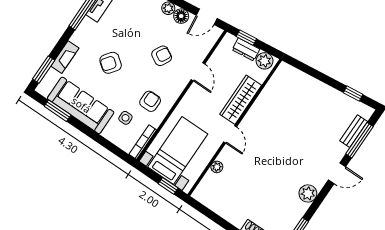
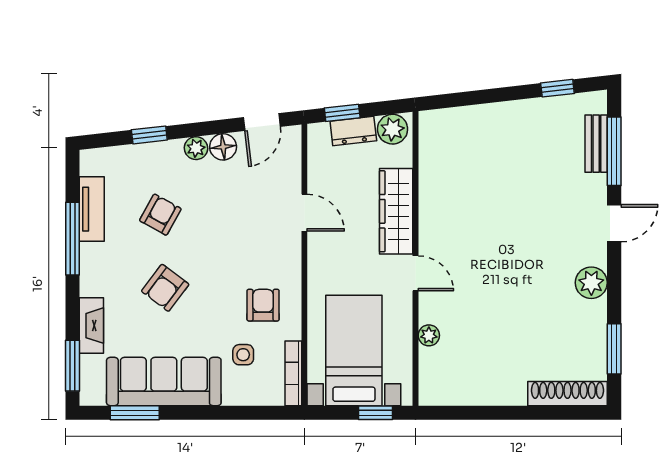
armchair: (162, 56) -> (160, 215), moved

